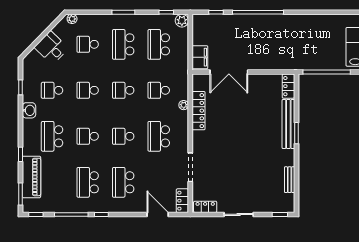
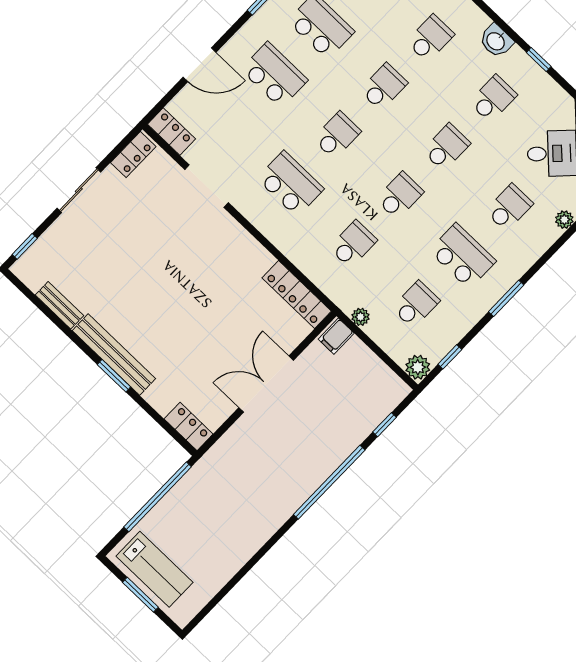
school desk: (159, 44) -> (416, 304), width x0.54
filing cabinet: (200, 57) -> (336, 336), width x0.50
double door: (229, 72) -> (266, 384), moved
plant: (184, 105) -> (361, 317), moved
locker: (199, 111) -> (297, 294), moved
bench: (288, 124) -> (114, 355), moved
school desk: (52, 136) -> (430, 38), width x0.54
door: (158, 214) -> (200, 65), moved

